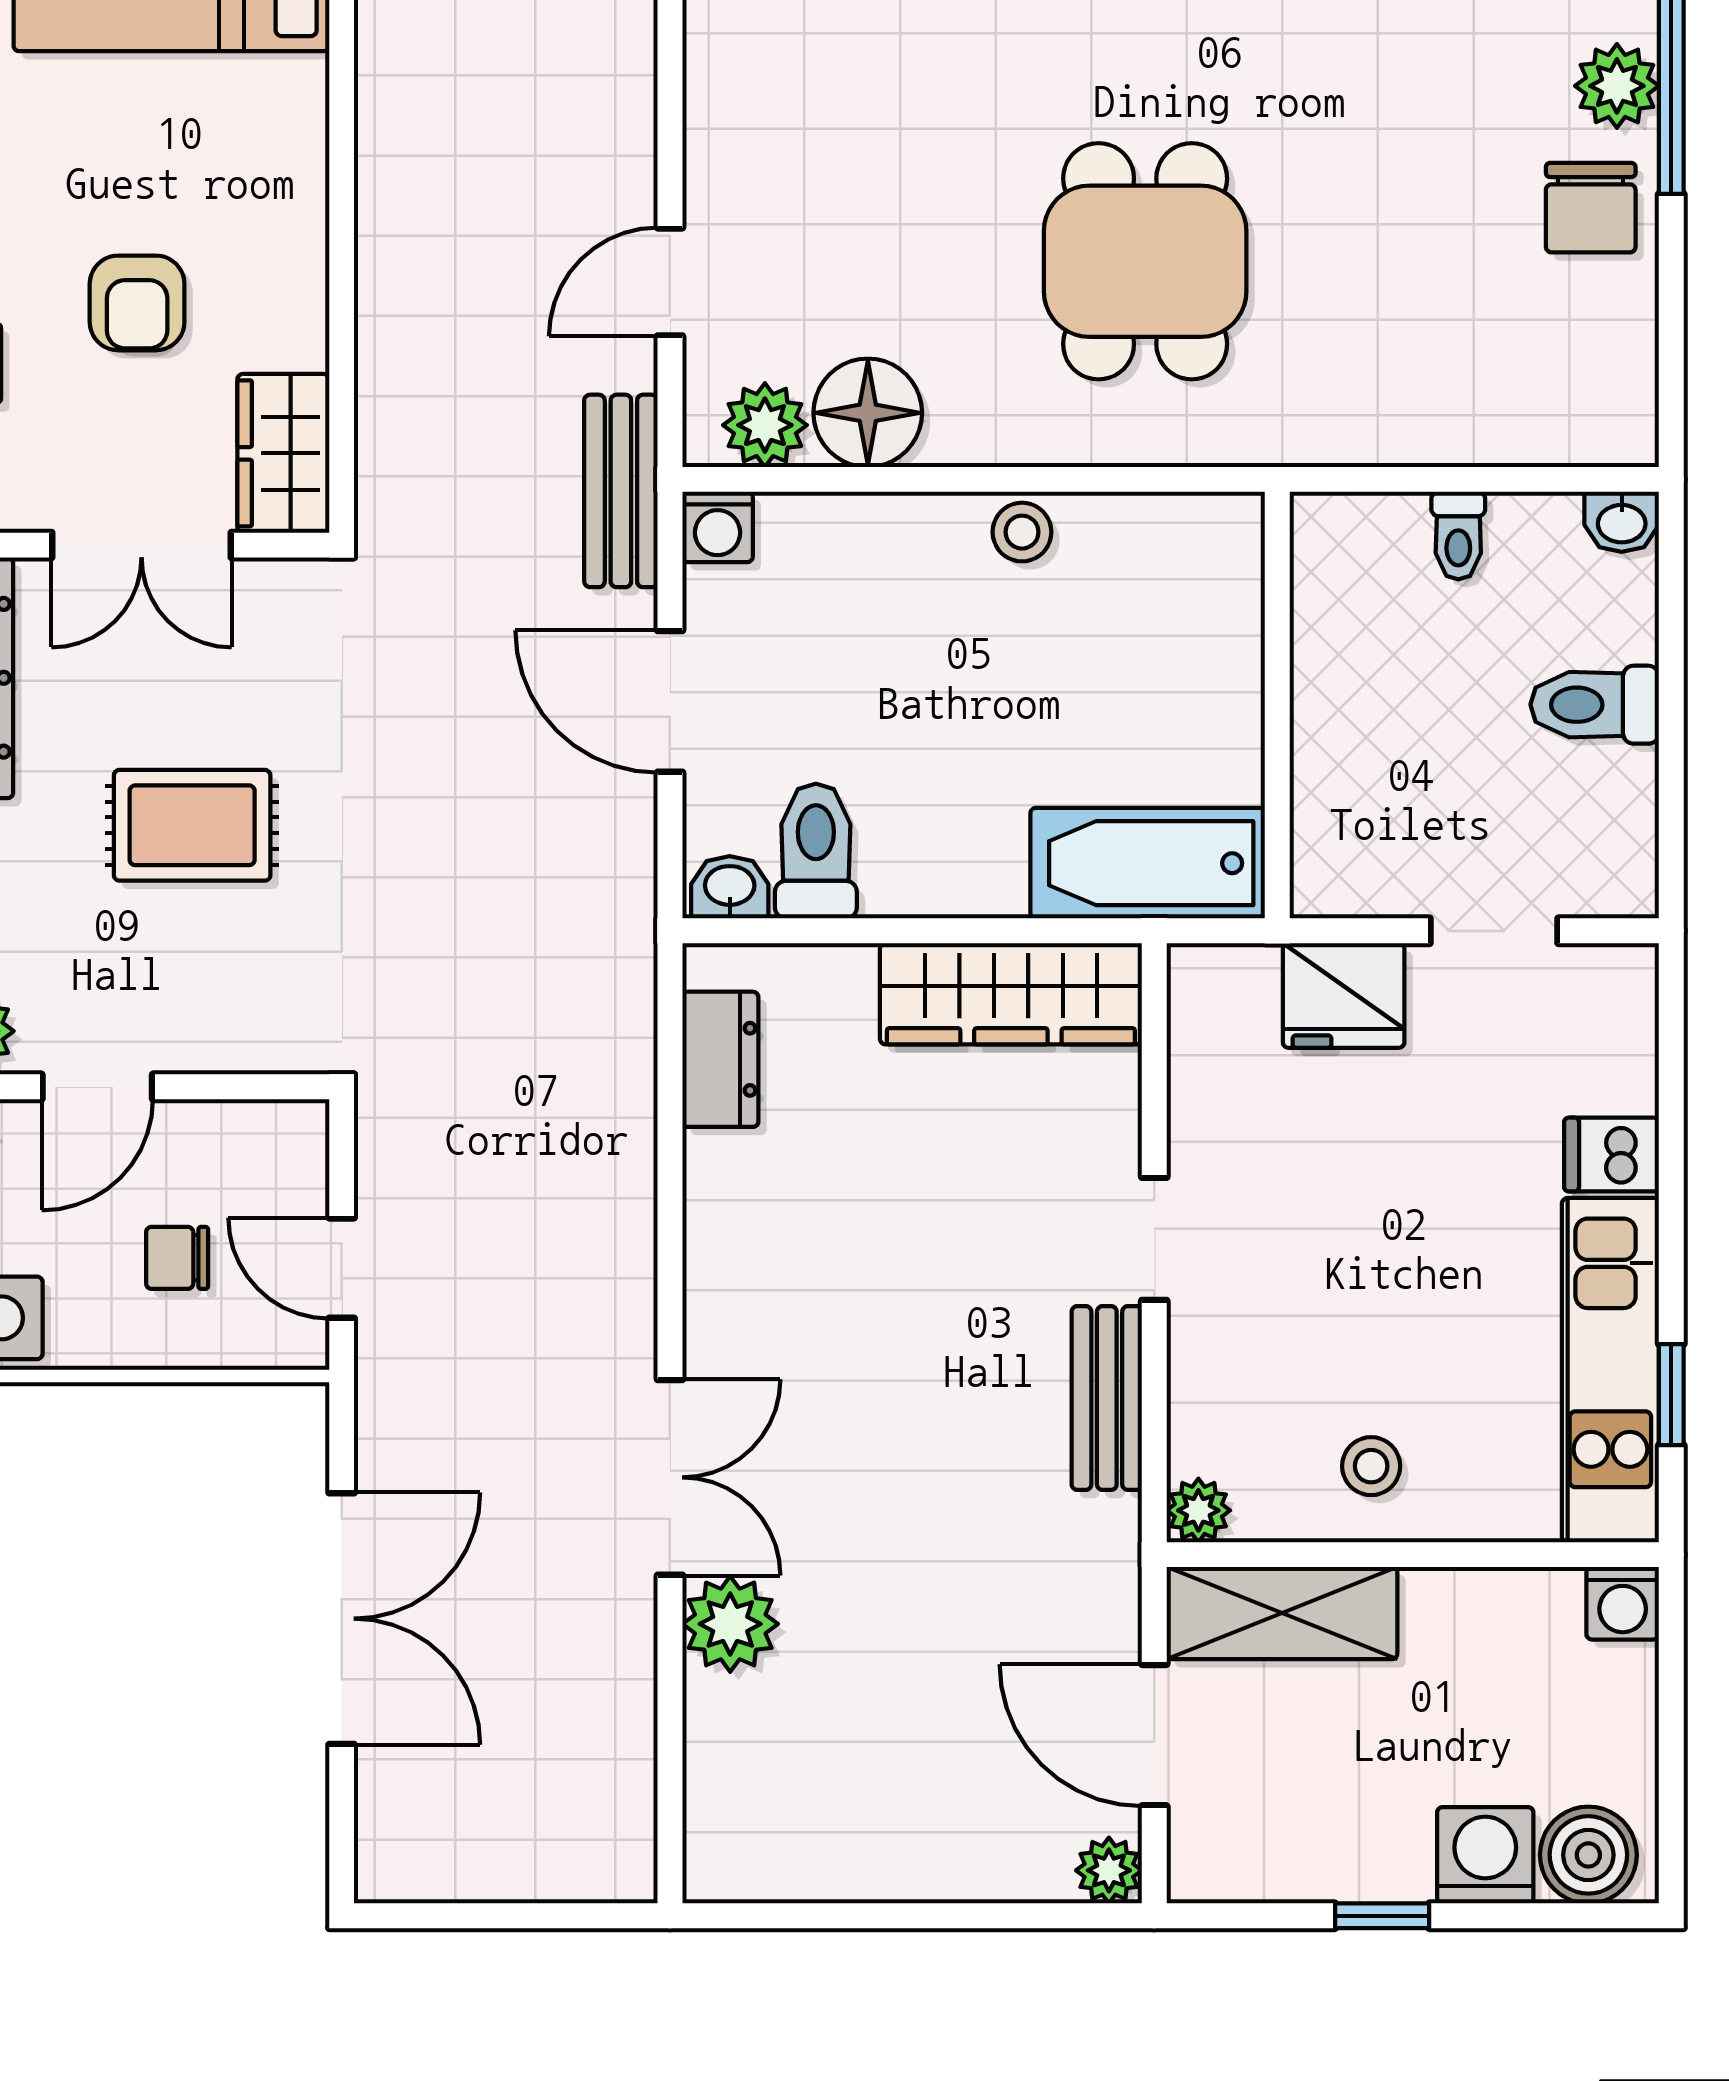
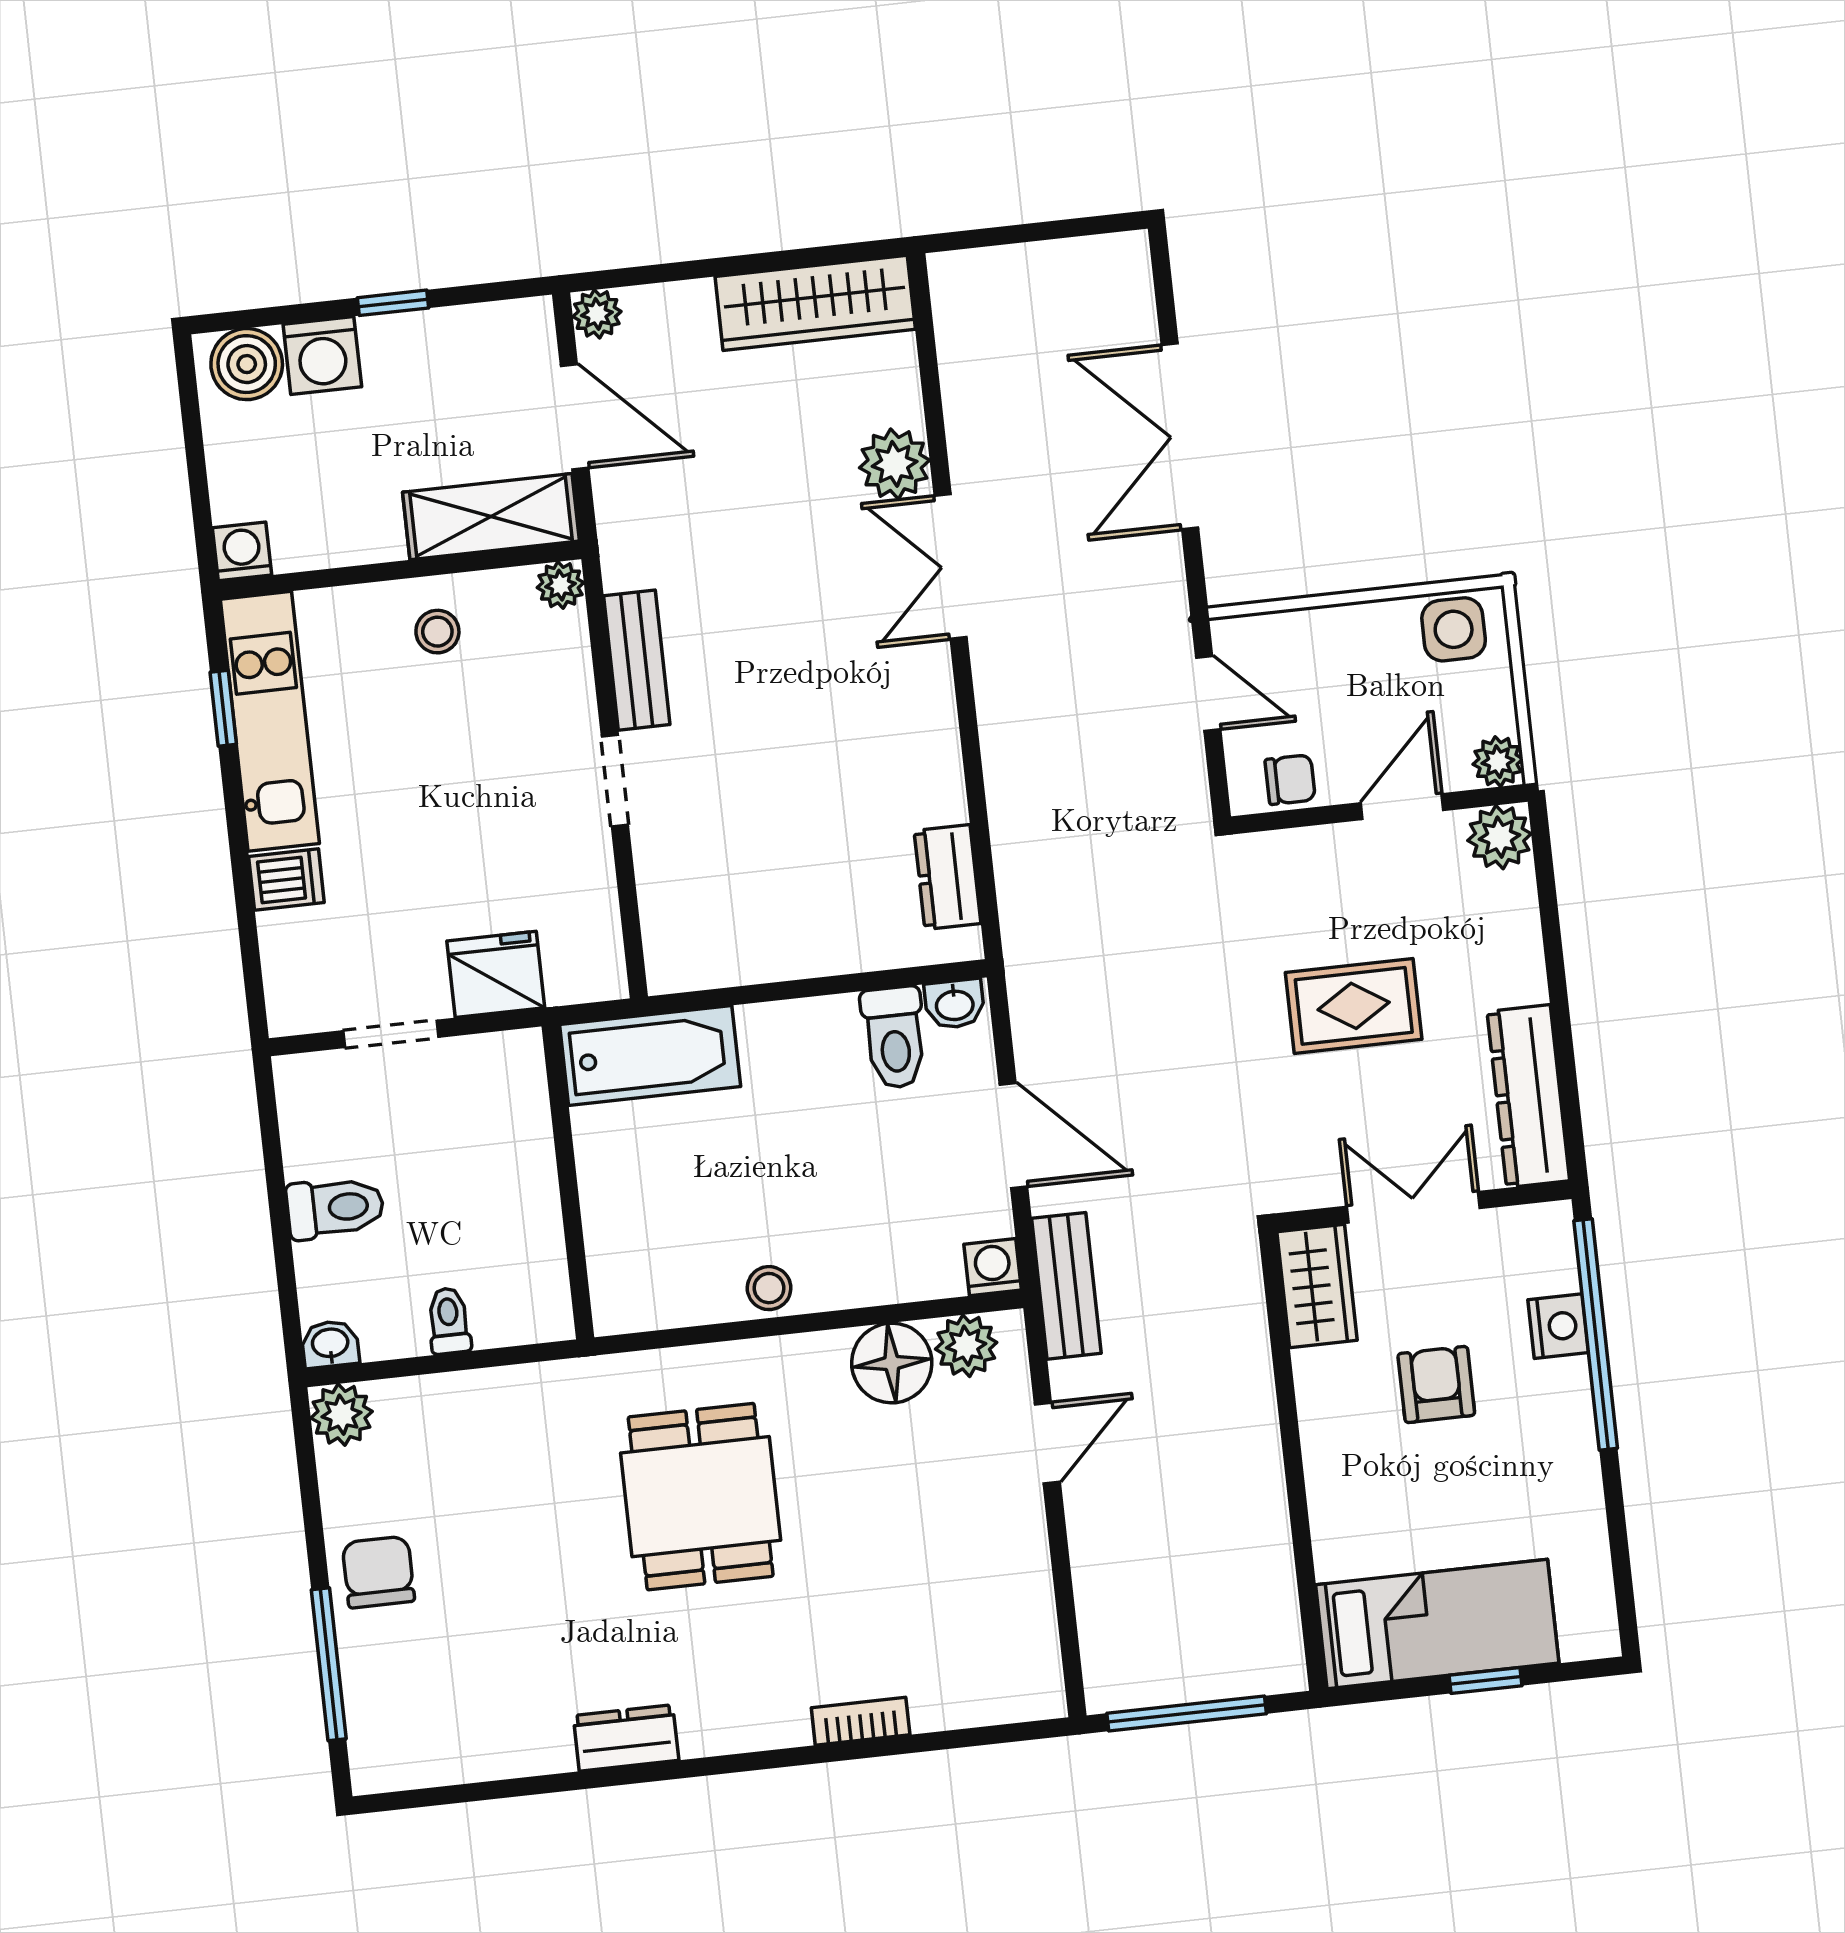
plant: (1617, 86) -> (342, 1415), moved
wardrobe: (1011, 994) -> (815, 303), moved, turned 180
chair: (177, 1258) -> (1290, 780), moved

